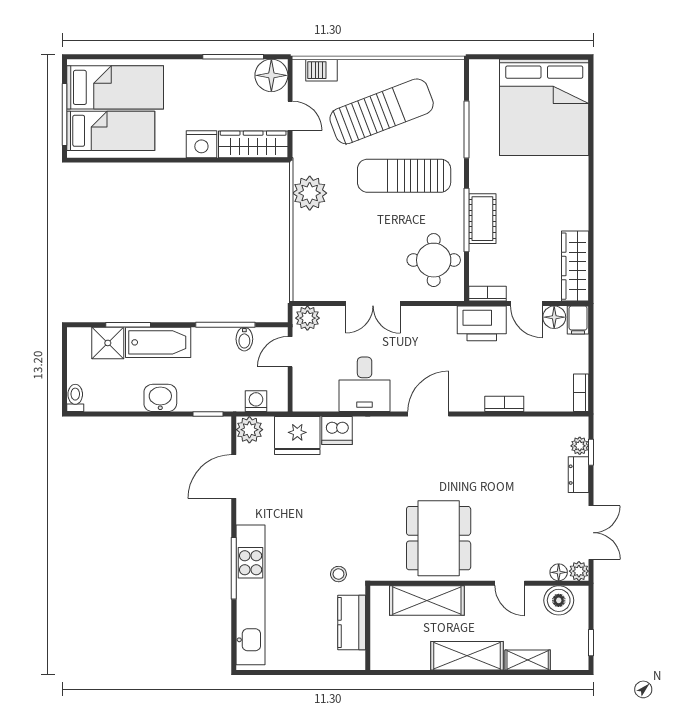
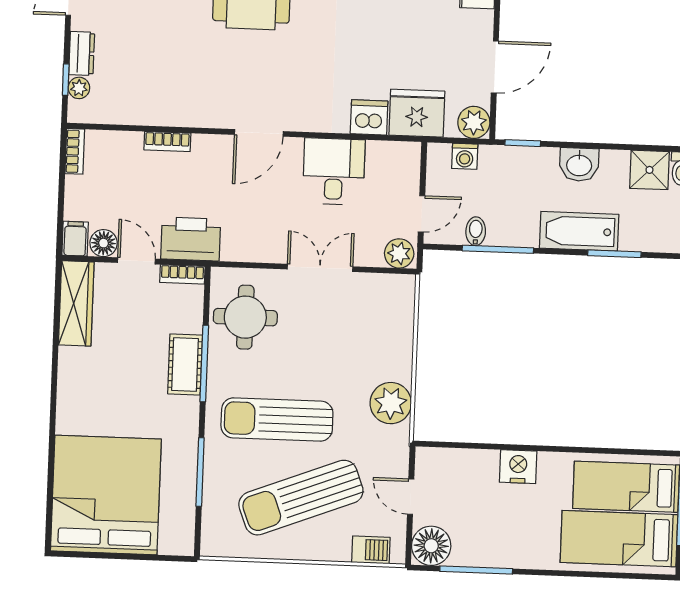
wardrobe: (253, 144) -> (456, 464), removed
sun lounger: (404, 176) -> (277, 420), turned 180
shower: (108, 343) -> (649, 170), moved

